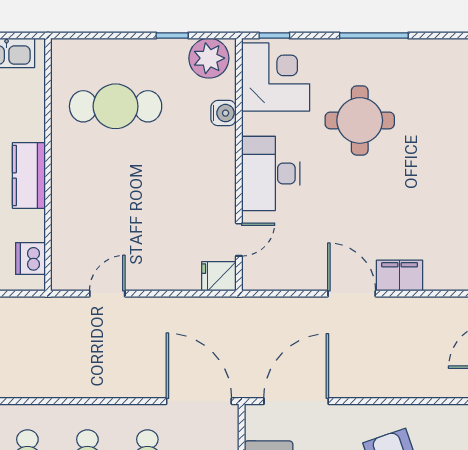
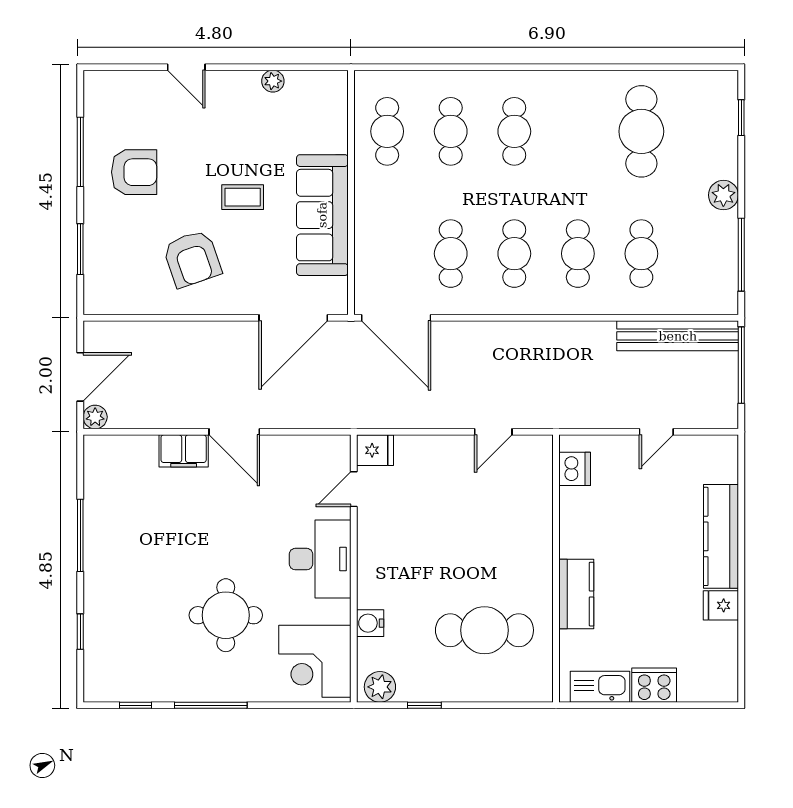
window: (274, 36) -> (136, 705), moved
plant: (209, 58) -> (380, 687), width x0.73, depth x0.73
kitchen counter: (29, 176) -> (576, 594), moved

